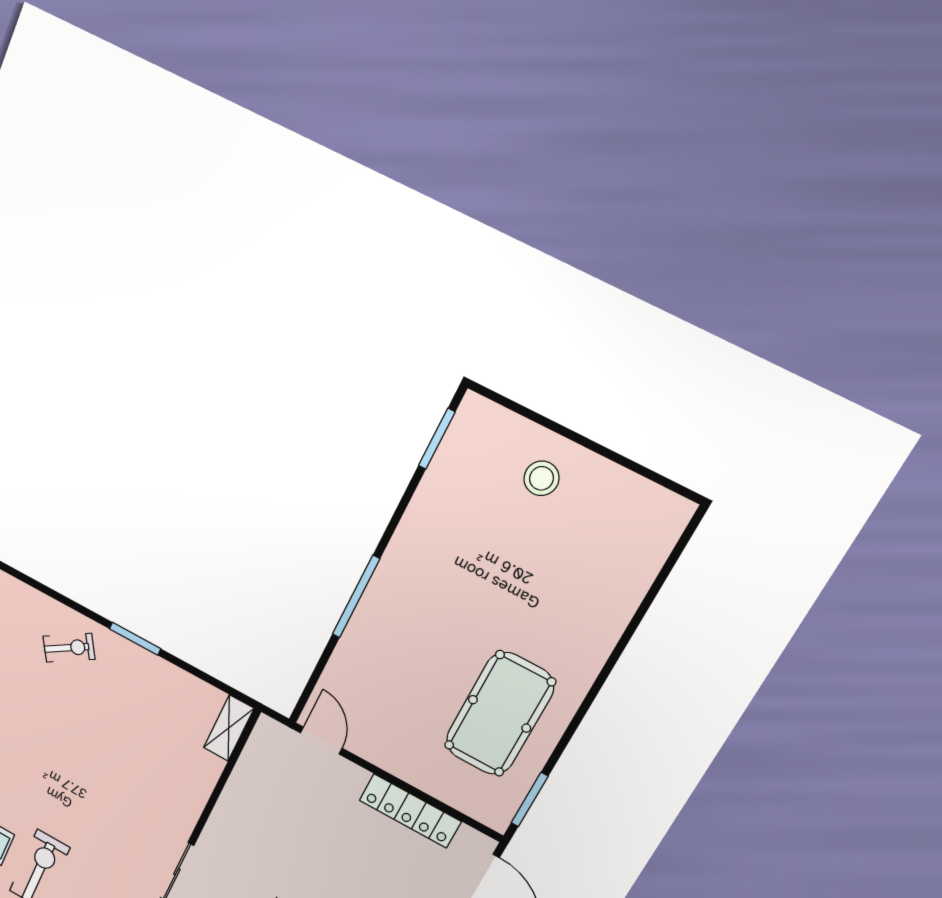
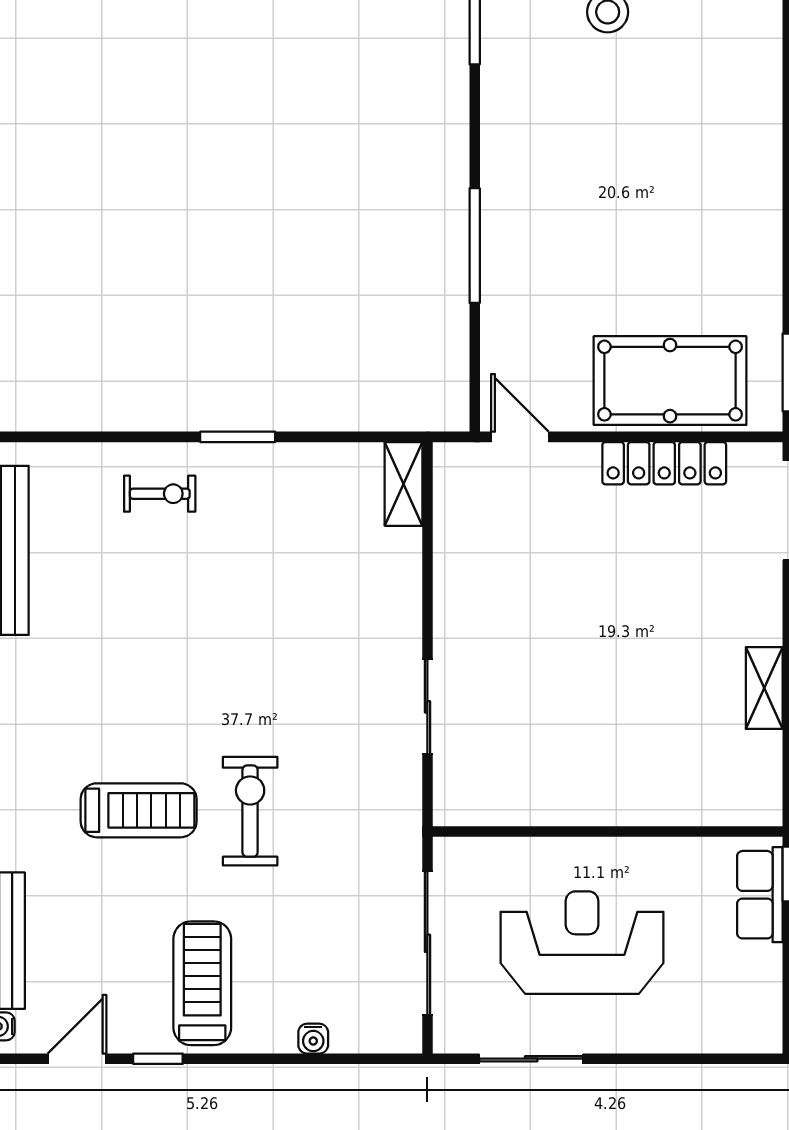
exercise bike: (69, 648) -> (160, 494), turned 32
pool table: (500, 714) -> (670, 381), moved, turned 90

